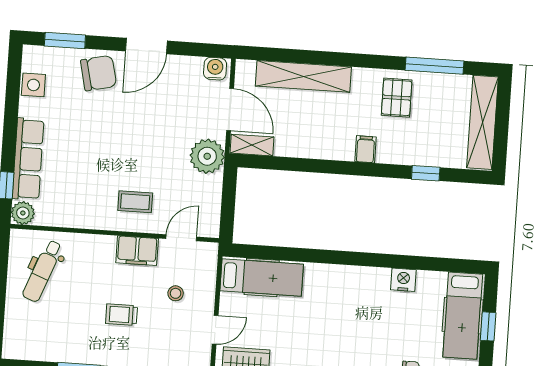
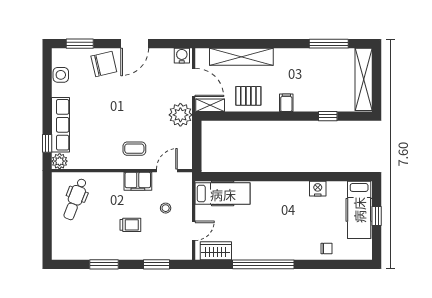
pallet: (397, 98) -> (248, 96), moved, turned 90
trolley: (122, 315) -> (130, 225), turned 180

